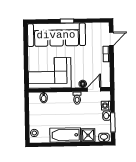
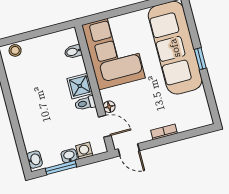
door: (111, 39) -> (129, 150), moved
bathtub: (65, 135) -> (24, 99), removed
shower: (88, 135) -> (80, 86), moved

